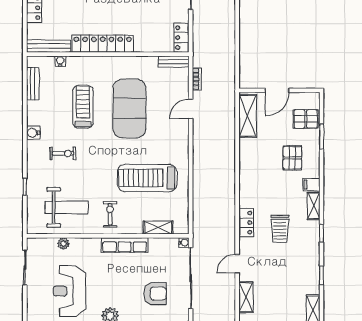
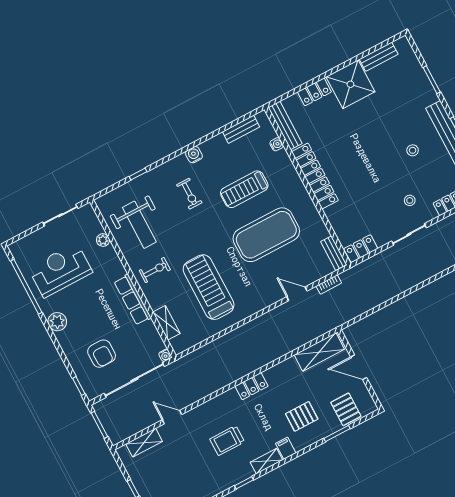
treadmill: (83, 107) -> (244, 189), turned 180
locker: (246, 223) -> (251, 386), moved

